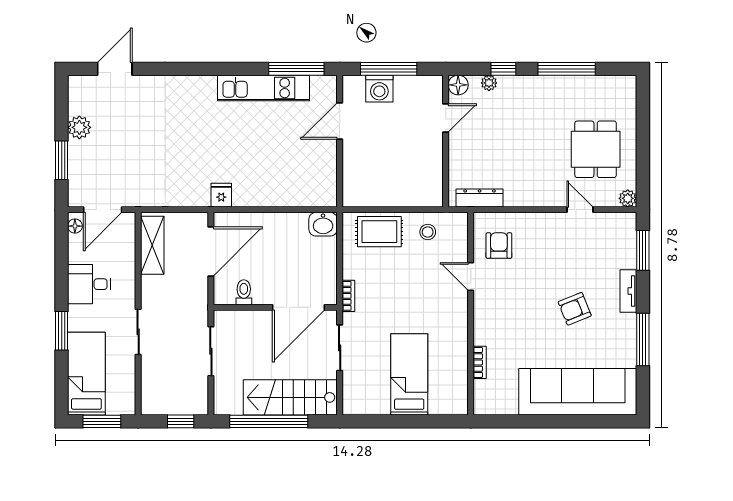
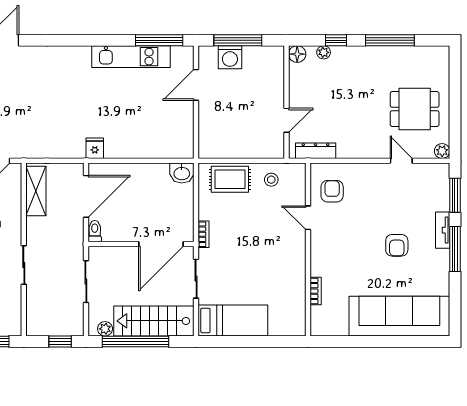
door: (446, 118) -> (287, 120), moved
dining table: (596, 149) -> (415, 109), turned 90
toilet: (244, 292) -> (95, 231), moved
armchair: (575, 309) -> (397, 245), turned -68
window: (643, 339) -> (455, 249), moved
bed: (409, 374) -> (233, 320), moved, turned 90
plant: (233, 407) -> (105, 329), added

